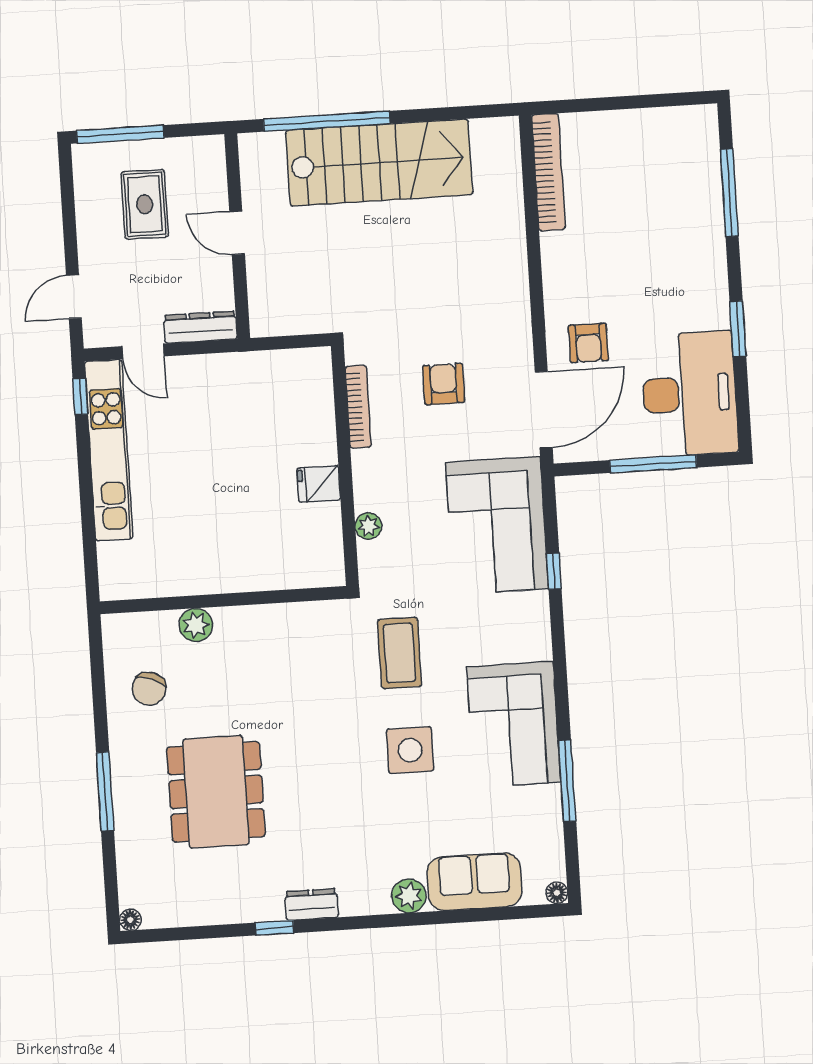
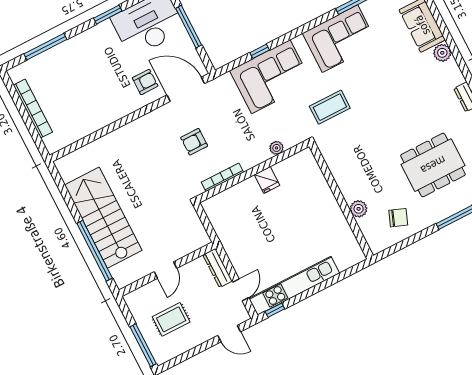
bookcase: (548, 172) -> (33, 109), moved, turned 90
corner sofa: (497, 525) -> (271, 77), moved
side table: (410, 750) -> (373, 82), removed

